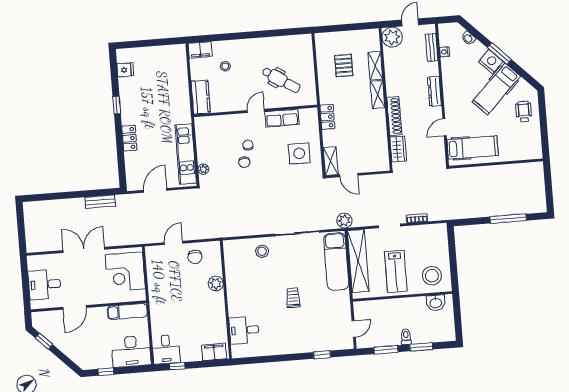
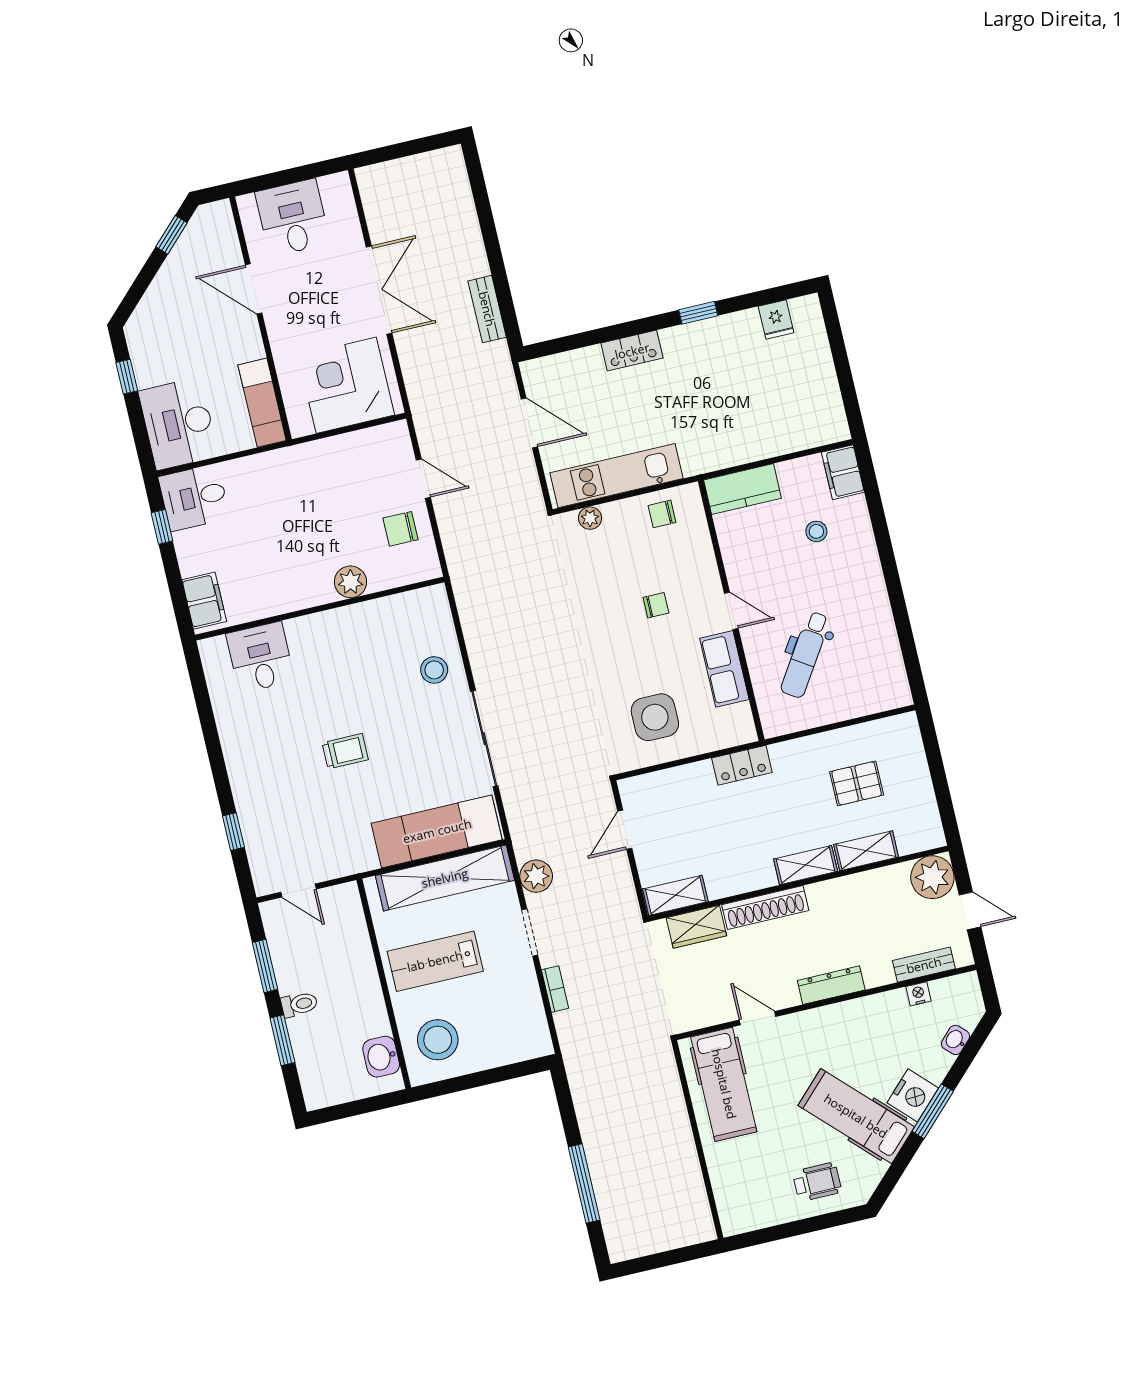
shelving: (331, 161) -> (675, 895), moved
chair: (244, 162) -> (662, 514), moved
plant: (344, 221) -> (536, 876), moved

